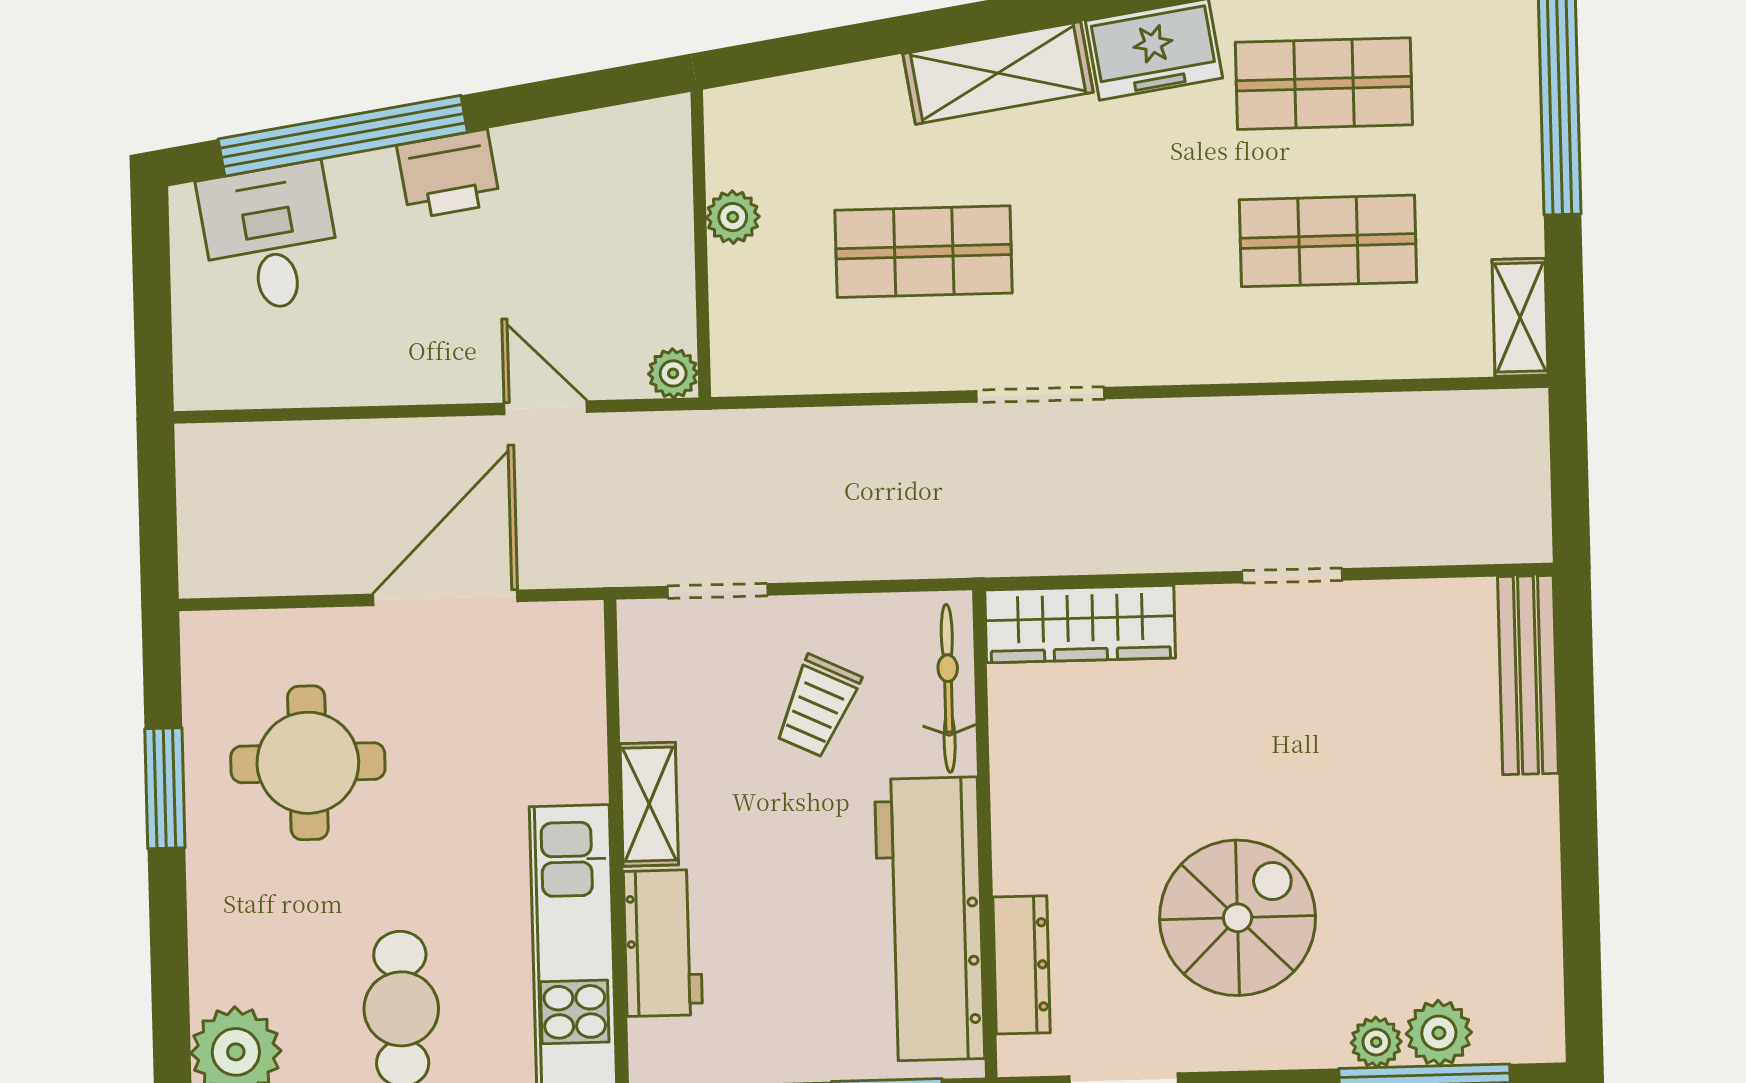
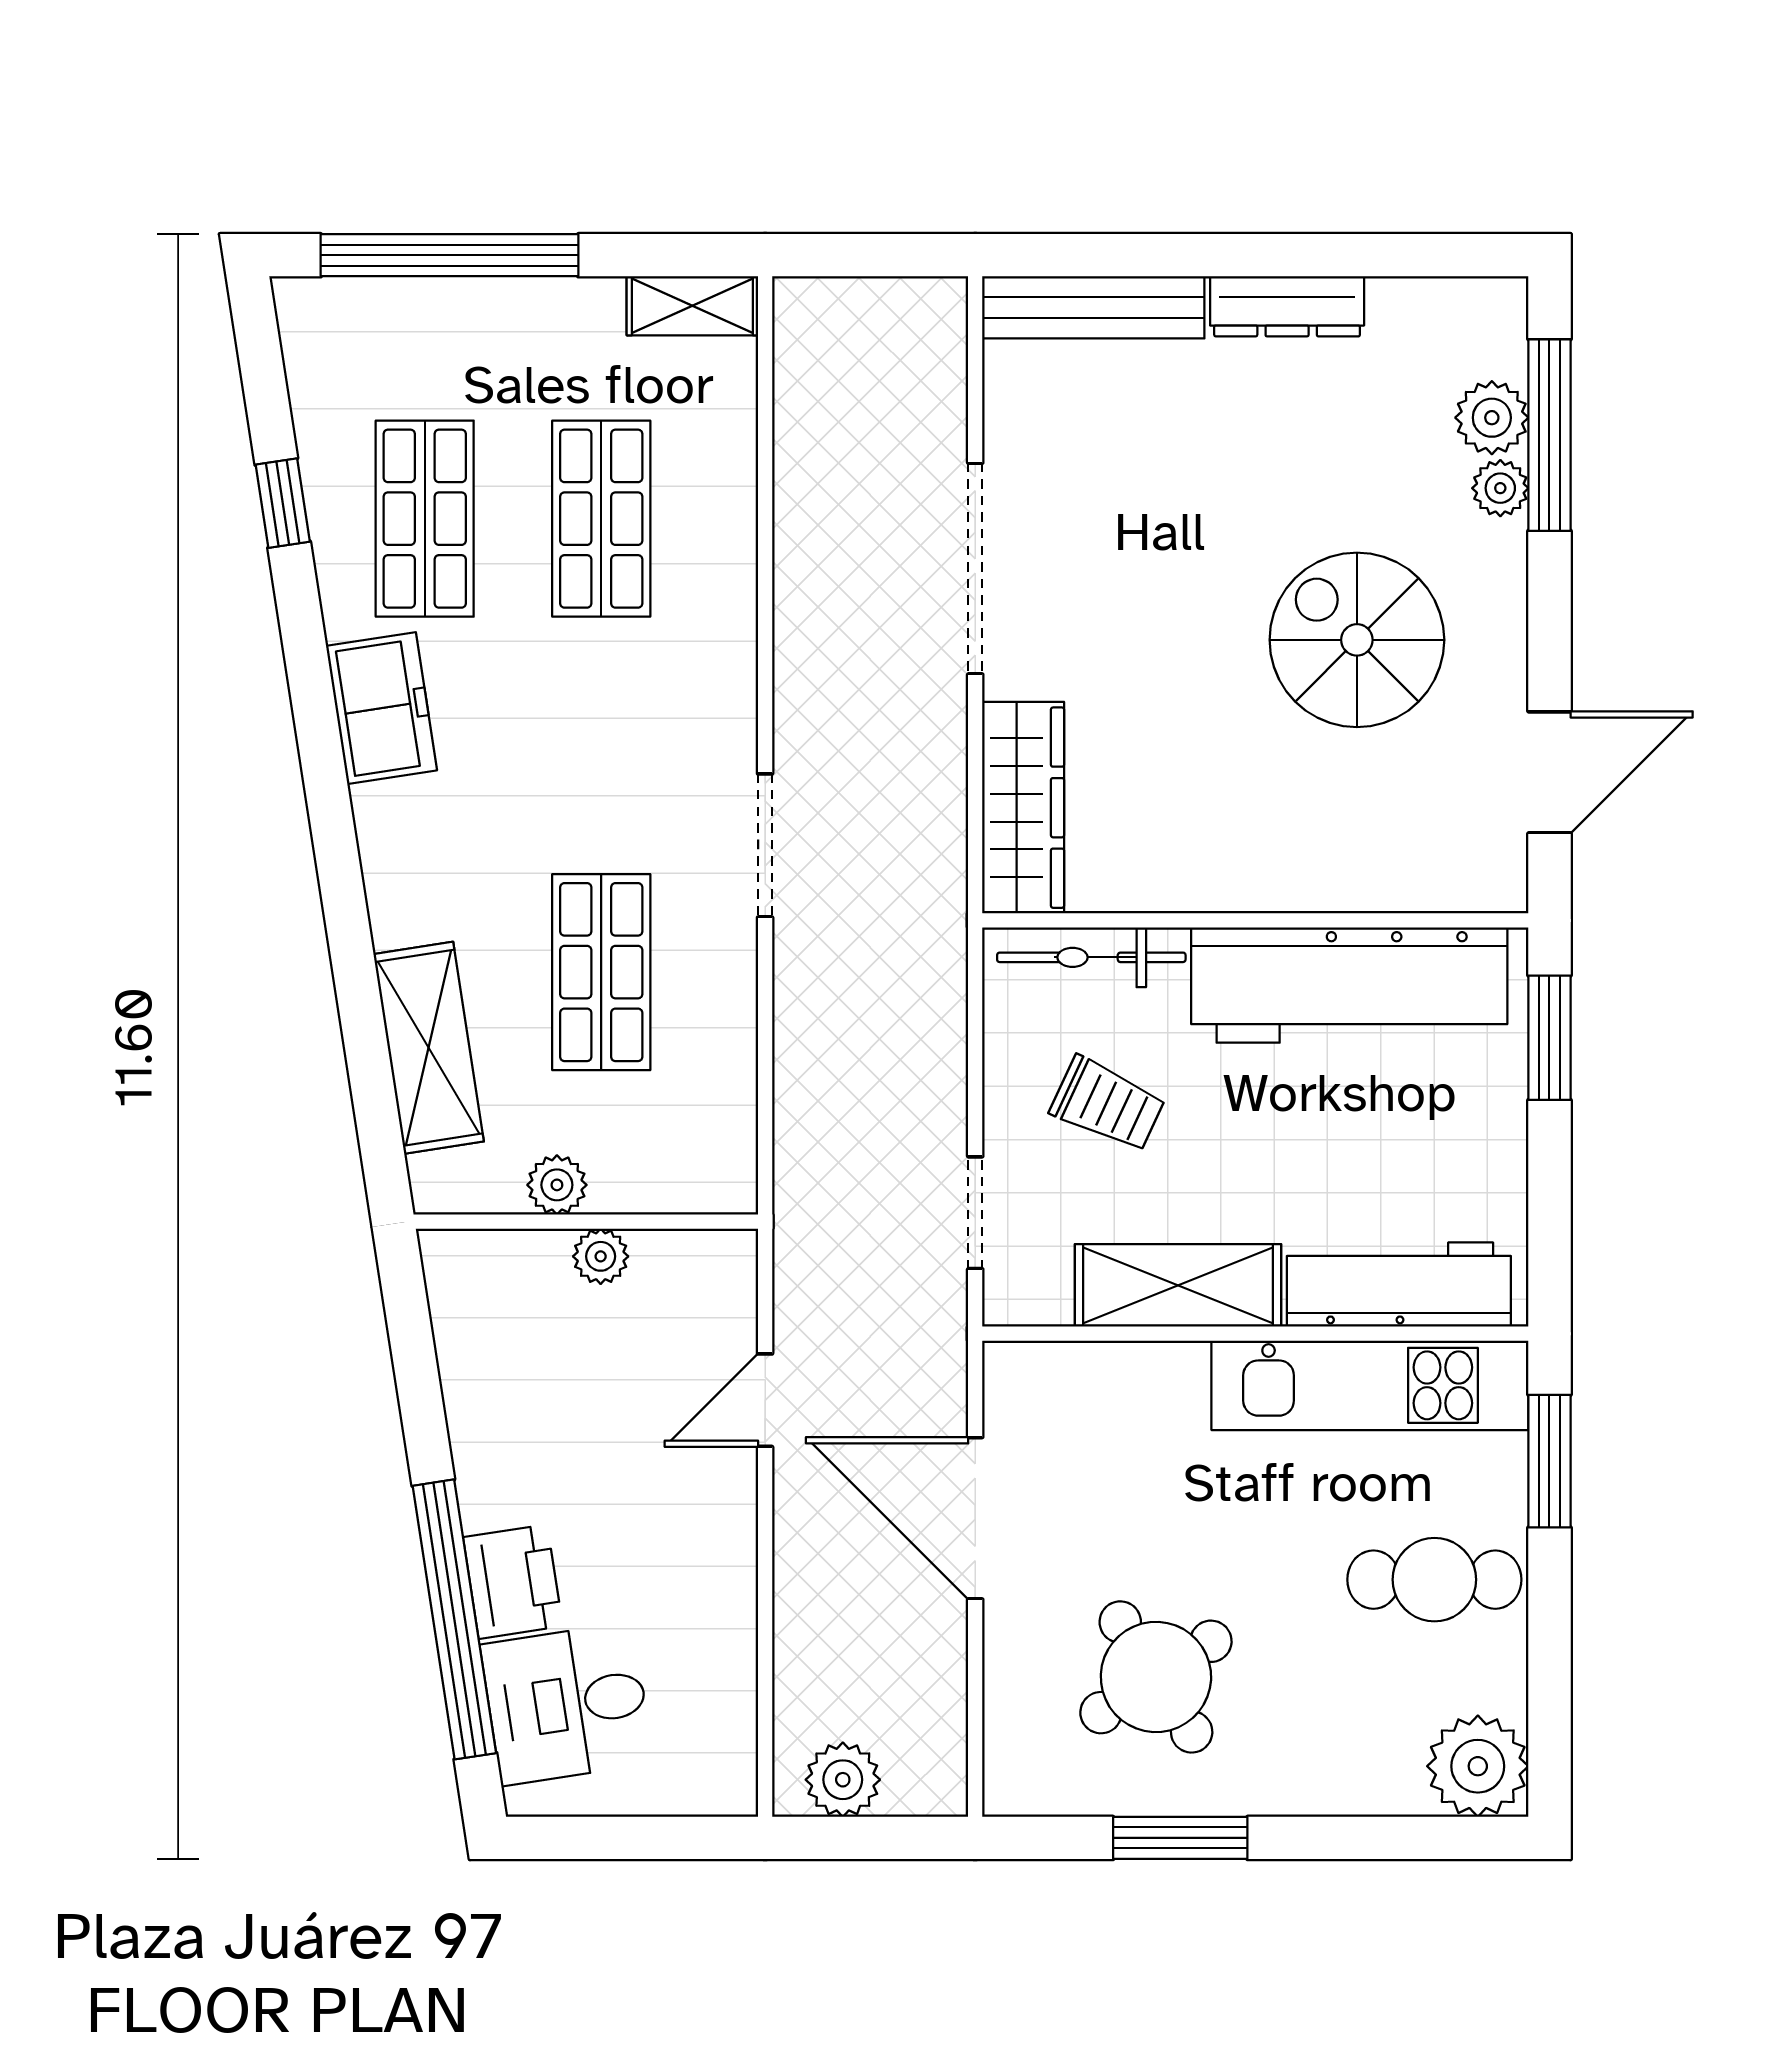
shelving: (998, 73) -> (429, 1048), moved
printer: (449, 174) -> (513, 1582), moved
plant: (673, 373) -> (601, 1256), moved
plant: (209, 486) -> (843, 1780), added
doorway: (1292, 576) -> (975, 569), width x1.88
round table: (308, 763) -> (1156, 1677), turned -33
shelving: (649, 804) -> (1178, 1285), width x1.50, depth x1.33
workbench: (663, 943) -> (1399, 1285), width x1.38
dresser: (1021, 965) -> (1287, 306), moved, turned 180

